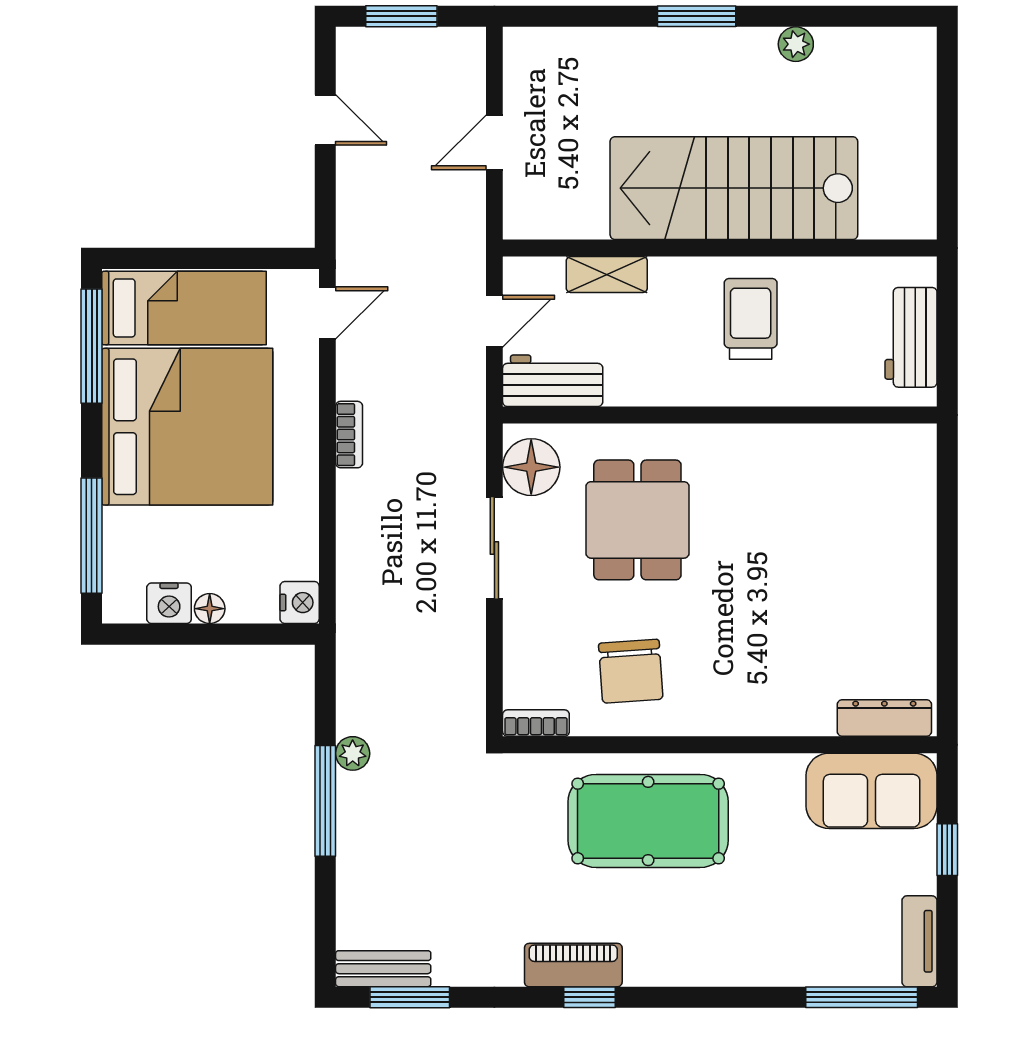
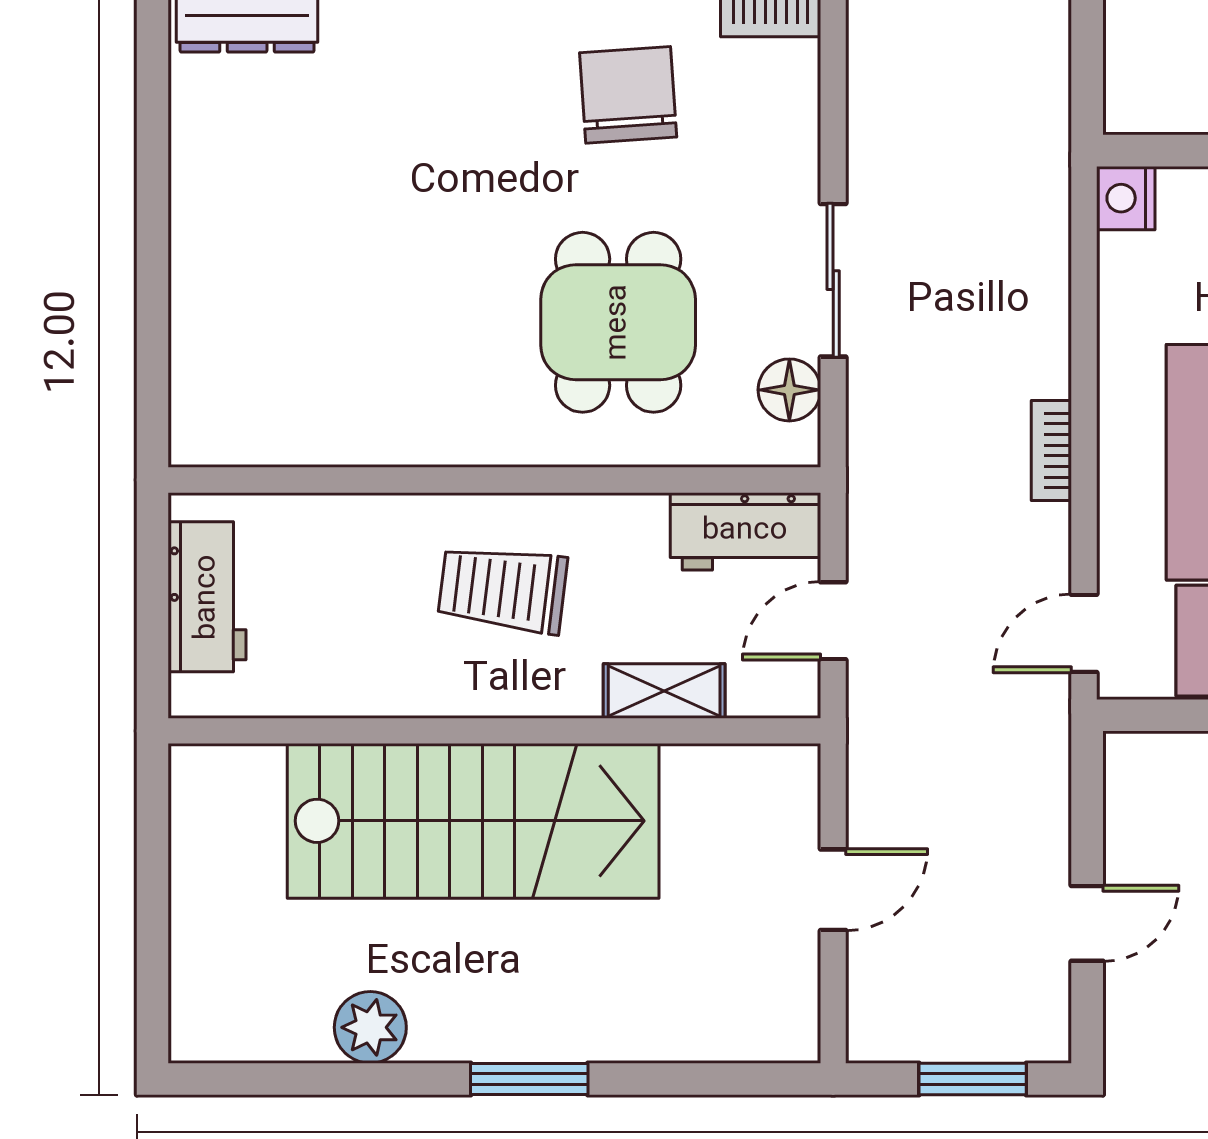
plant: (796, 44) -> (370, 1027), width x1.38, depth x1.38
door: (325, 120) -> (1087, 923), swing flipped
trolley: (751, 319) -> (503, 589), moved, turned 97
floor lamp: (531, 467) -> (789, 390), width x0.73, depth x0.73

